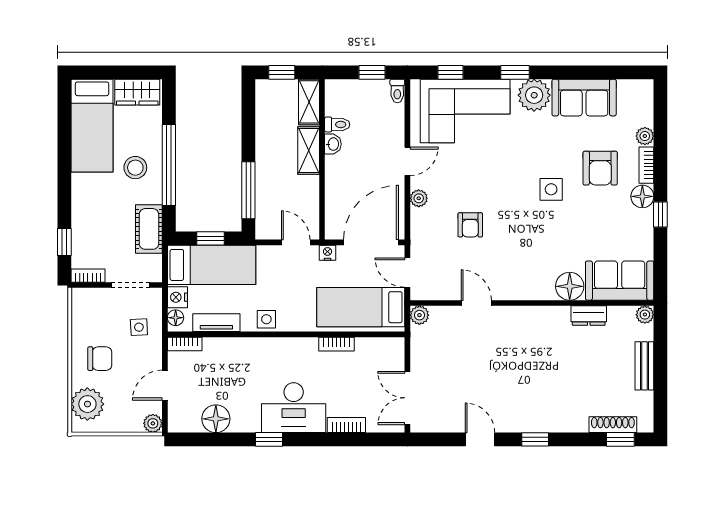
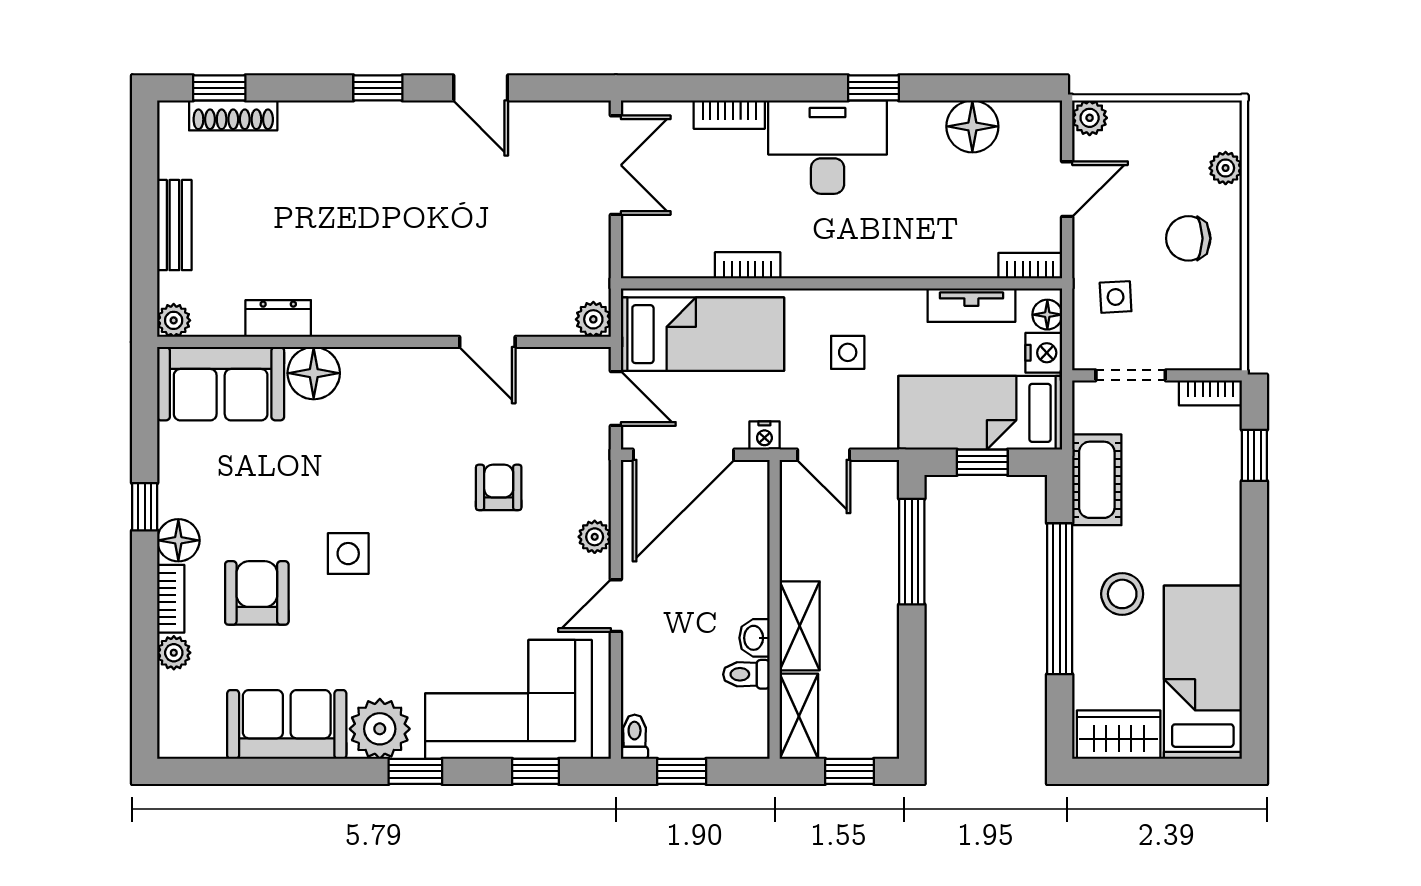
side table: (266, 319) -> (848, 352), moved
plant: (87, 404) -> (1226, 168), width x0.53, depth x0.53

